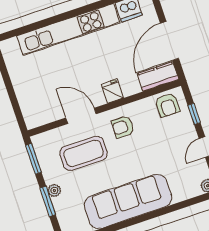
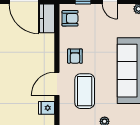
fridge: (112, 91) -> (46, 108), moved

